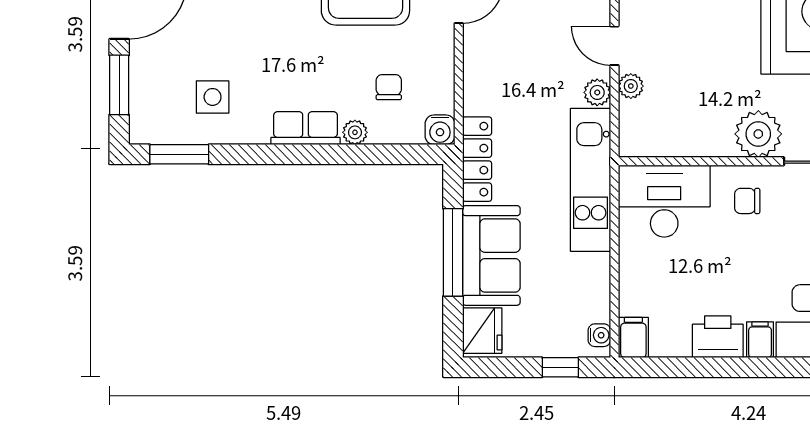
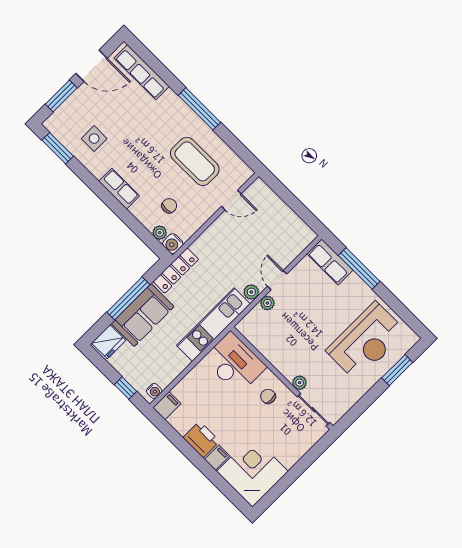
plant: (355, 132) -> (160, 233), moved
plant: (758, 134) -> (300, 383), width x0.53, depth x0.53

